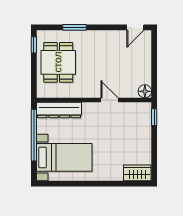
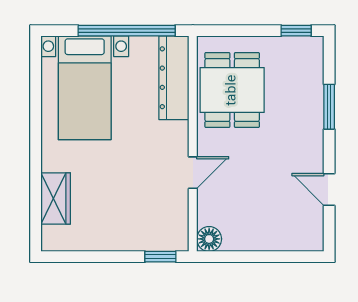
door: (135, 27) -> (329, 190), moved
dining table: (58, 62) -> (232, 90), moved, turned 90
wardrobe: (137, 173) -> (56, 198), moved

